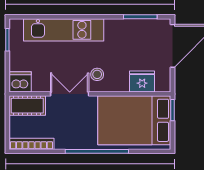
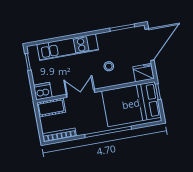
stool: (97, 74) -> (109, 66), moved
fridge: (142, 81) -> (143, 73), moved

